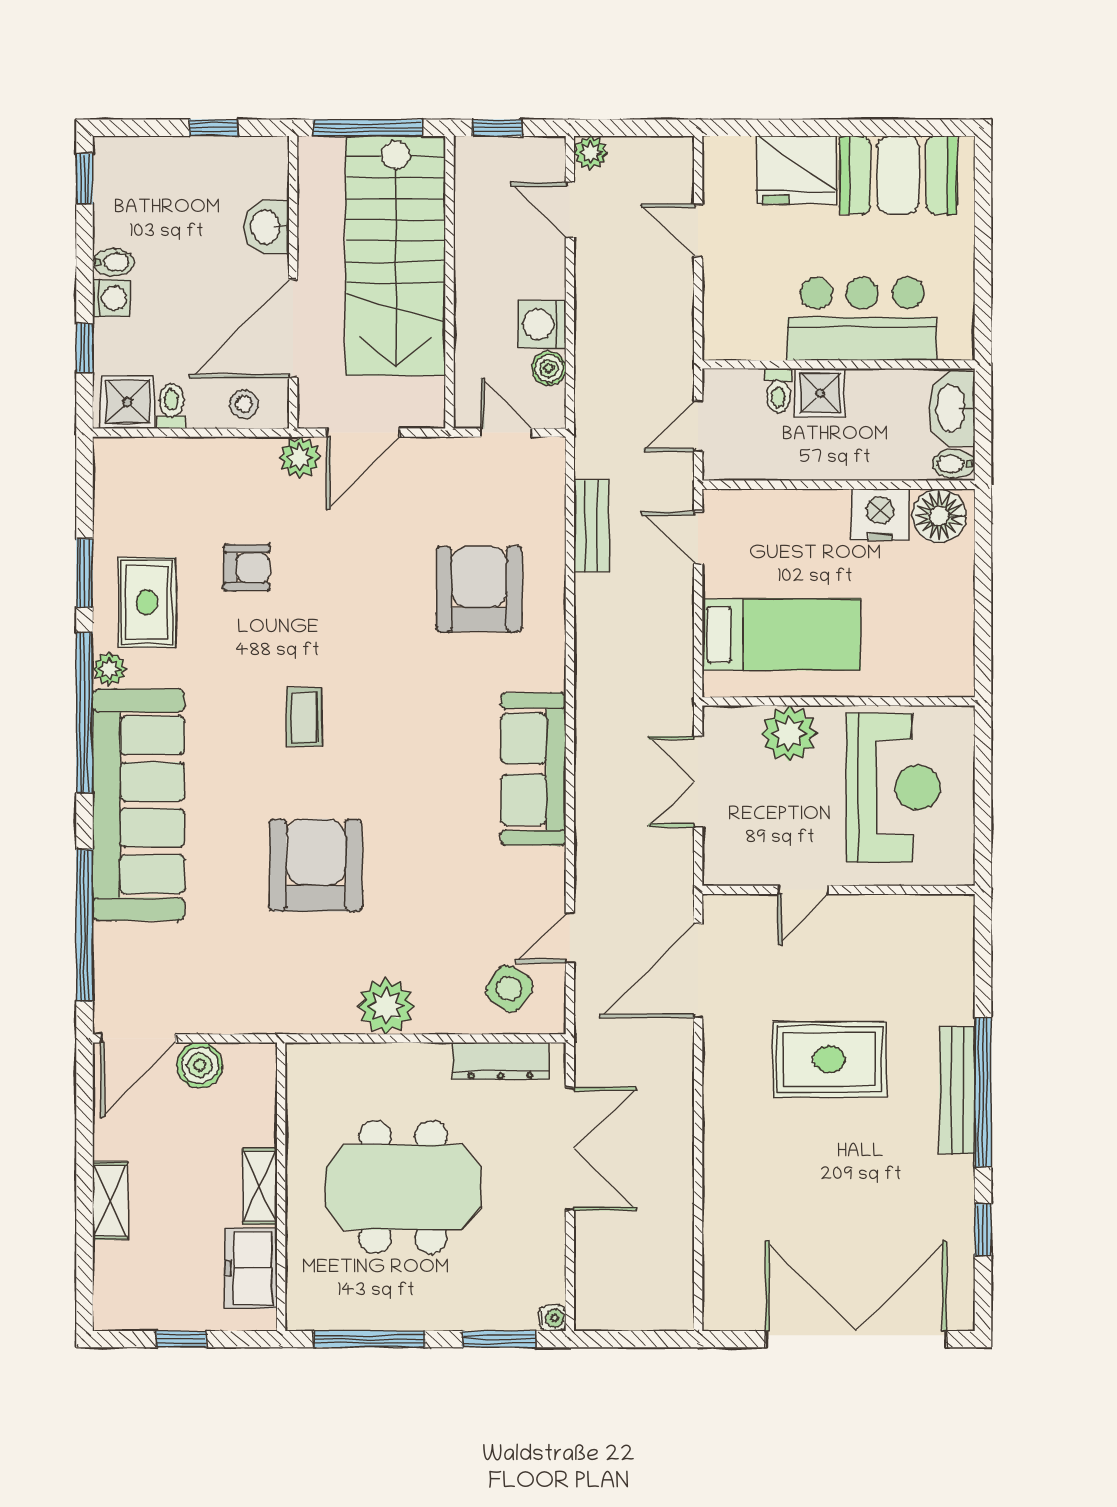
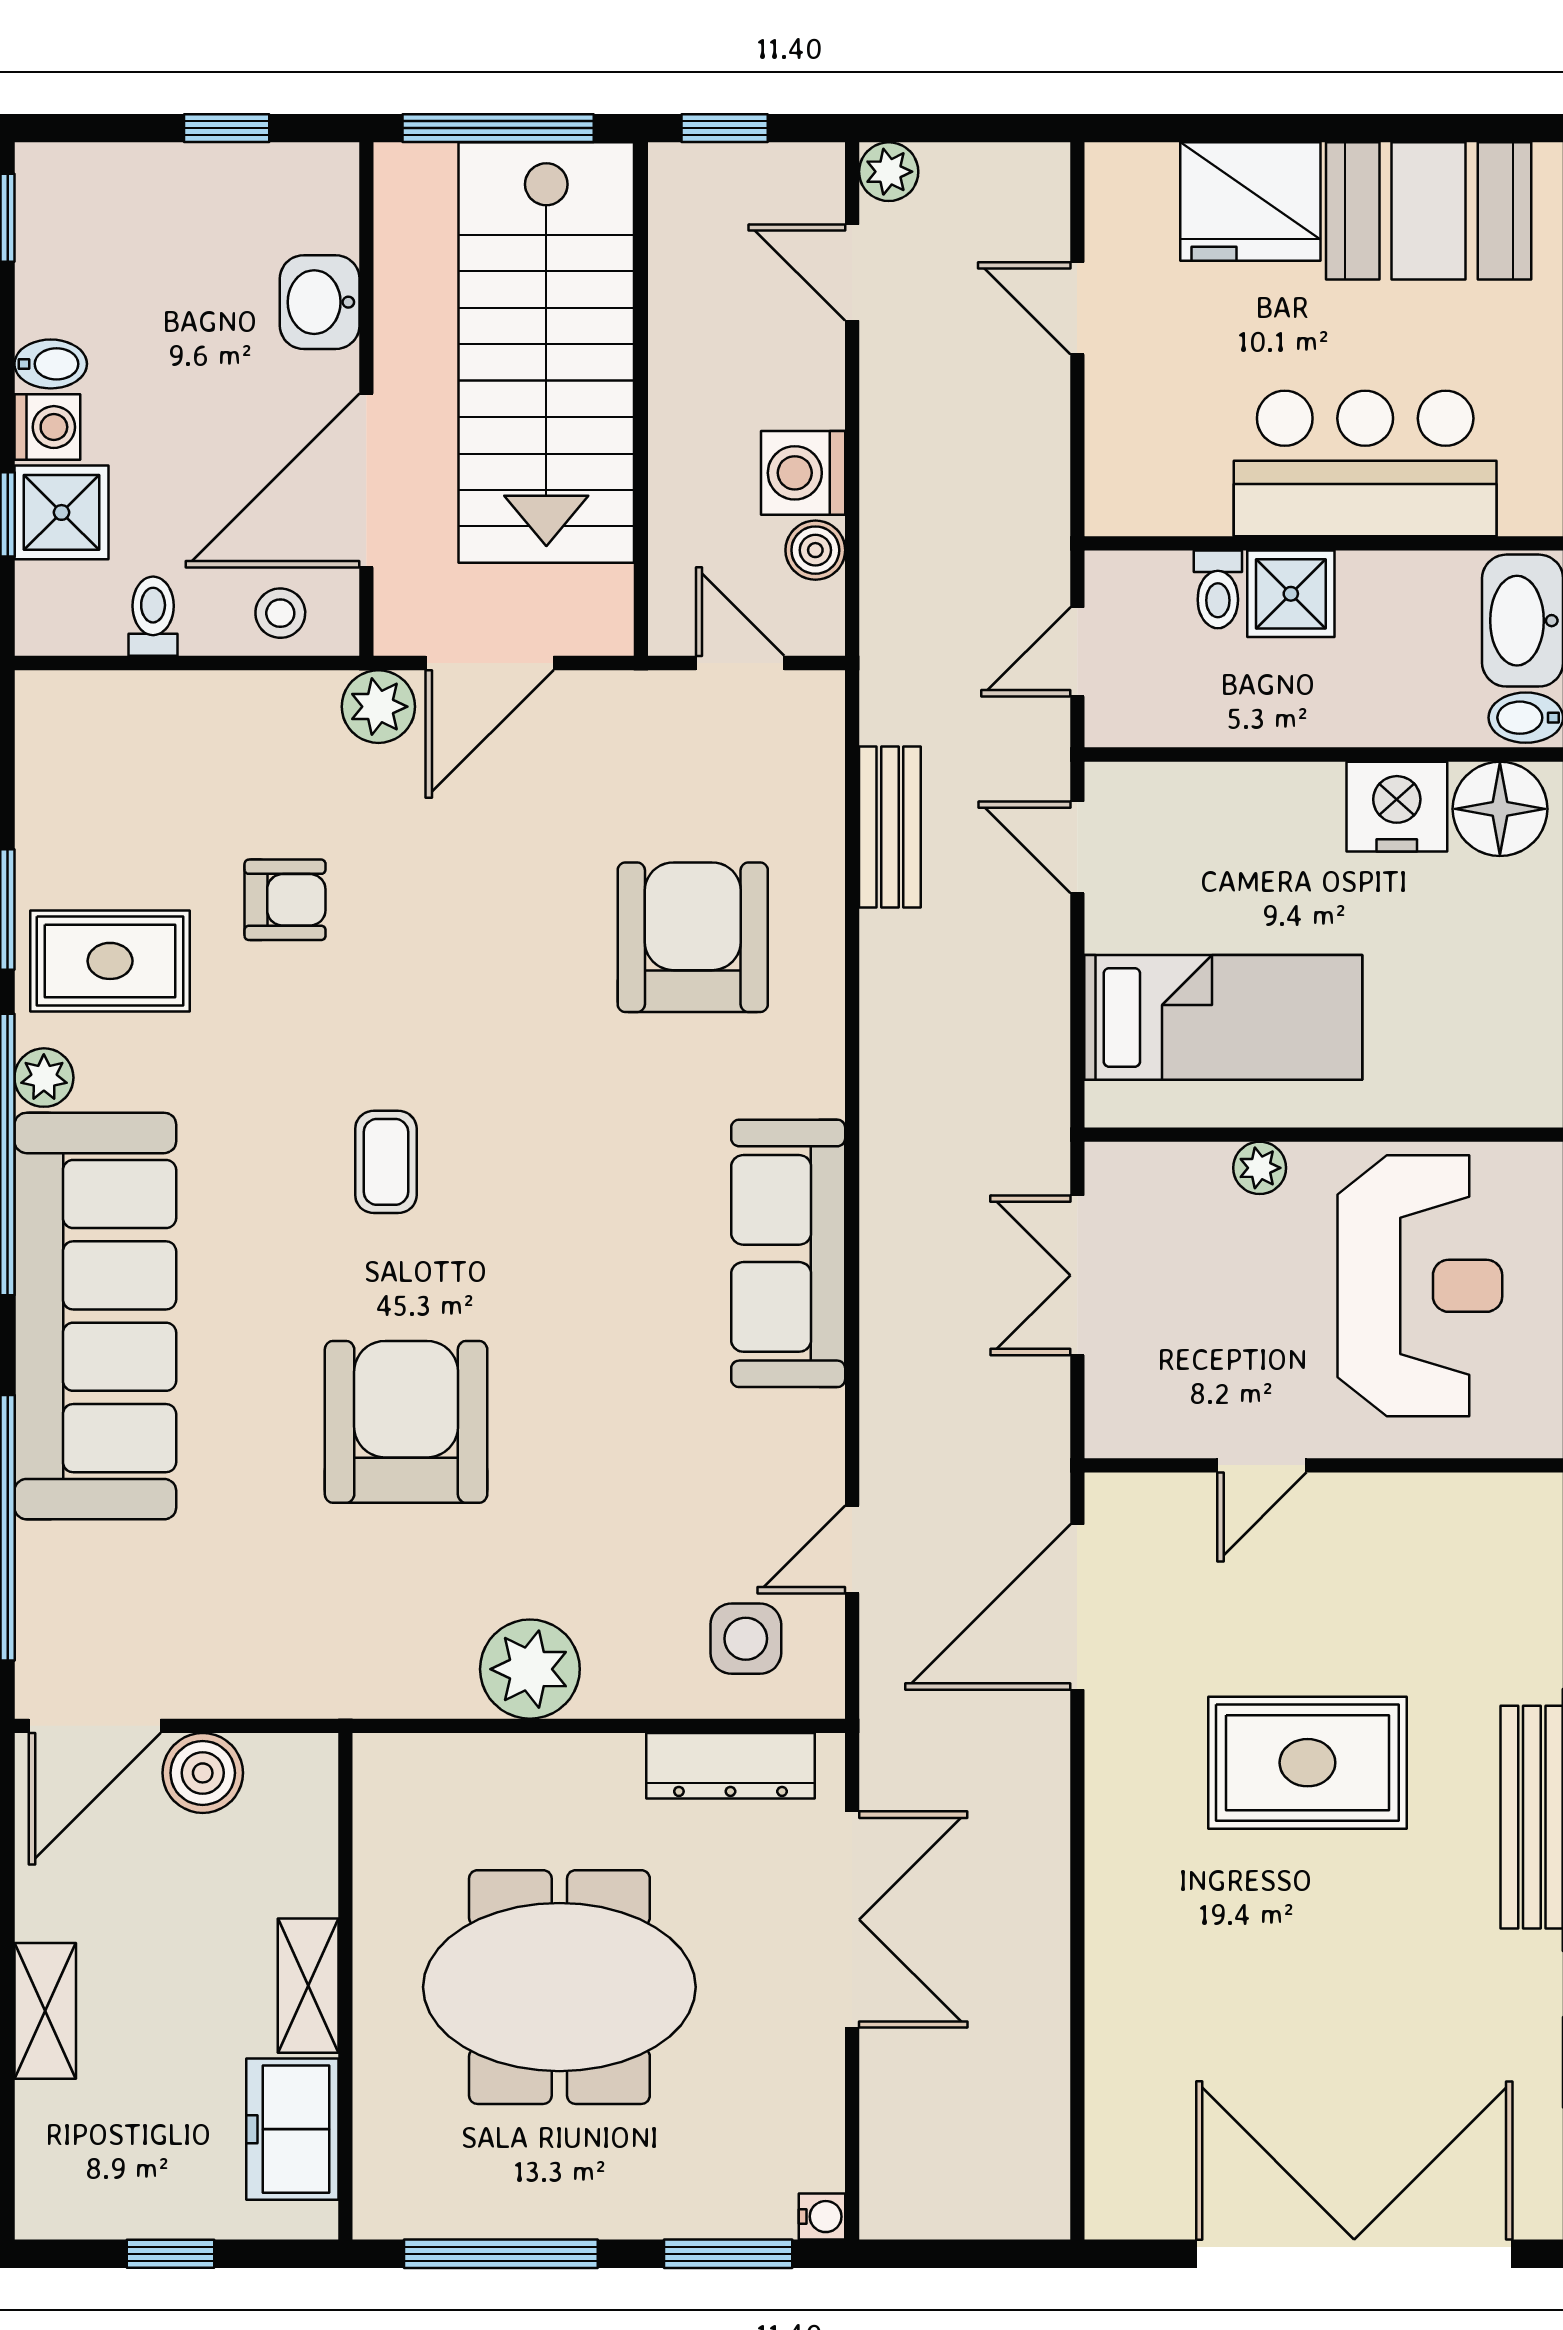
shower: (128, 402) -> (61, 512), moved
rug: (147, 602) -> (110, 961), turned 90
plant: (789, 733) -> (1260, 1168), width x0.53, depth x0.53
side table: (509, 989) -> (746, 1639), turned -34

